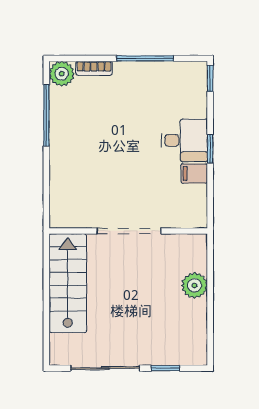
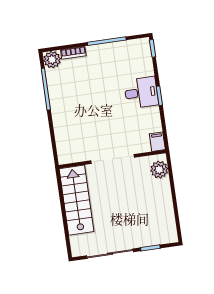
filing cabinet: (194, 174) -> (157, 142), moved, turned 90
plant: (194, 285) -> (159, 170), moved

